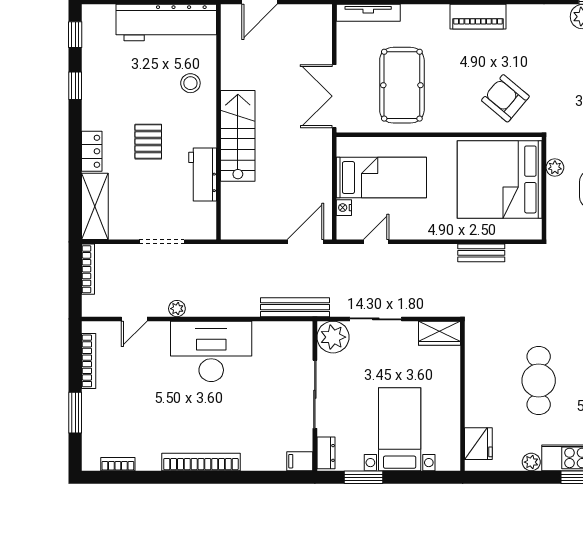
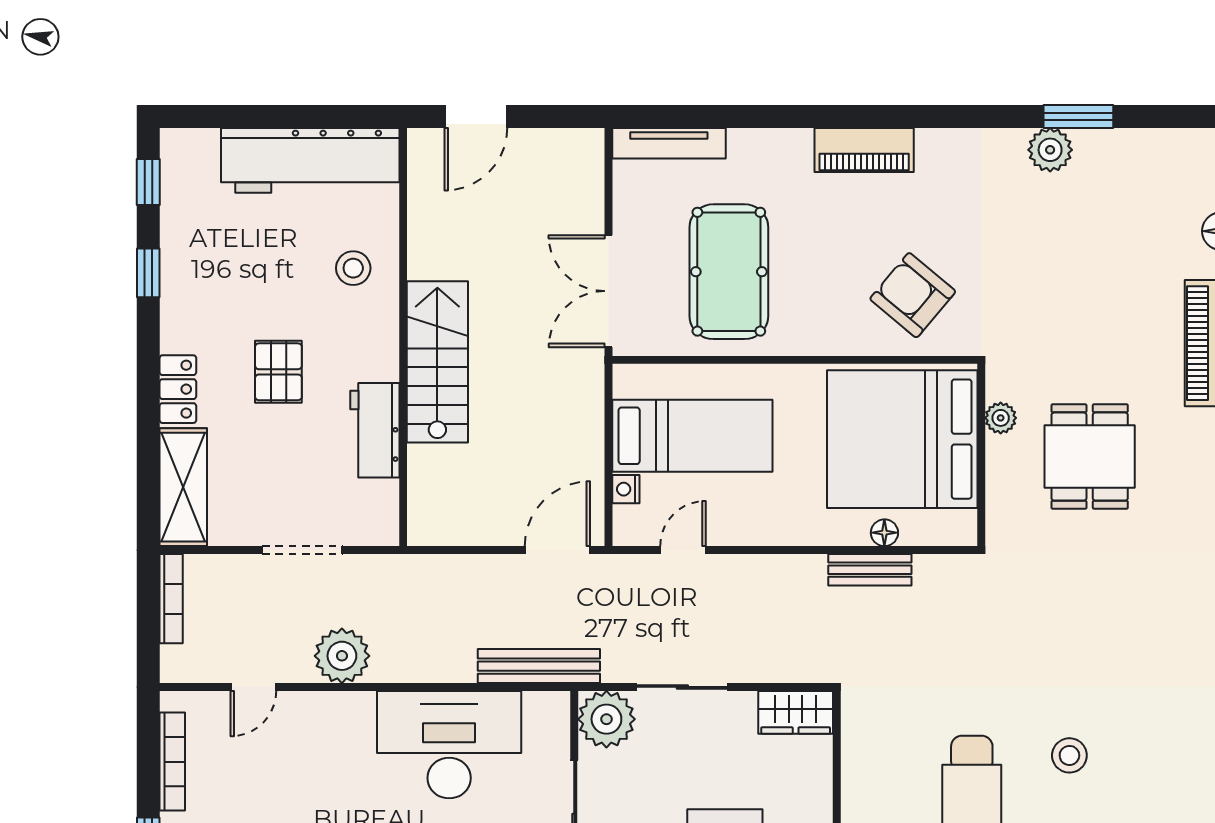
floor lamp: (489, 232) -> (884, 533), added
plant: (177, 309) -> (342, 656), width x1.88, depth x1.88
desk: (211, 351) -> (449, 745), moved

